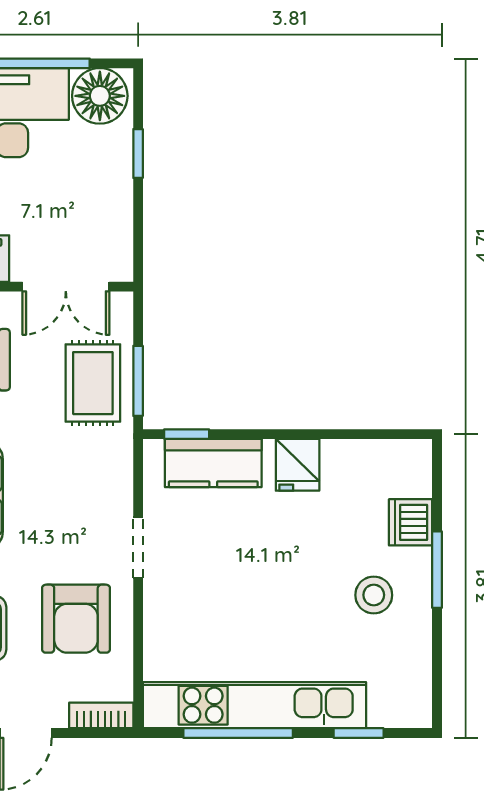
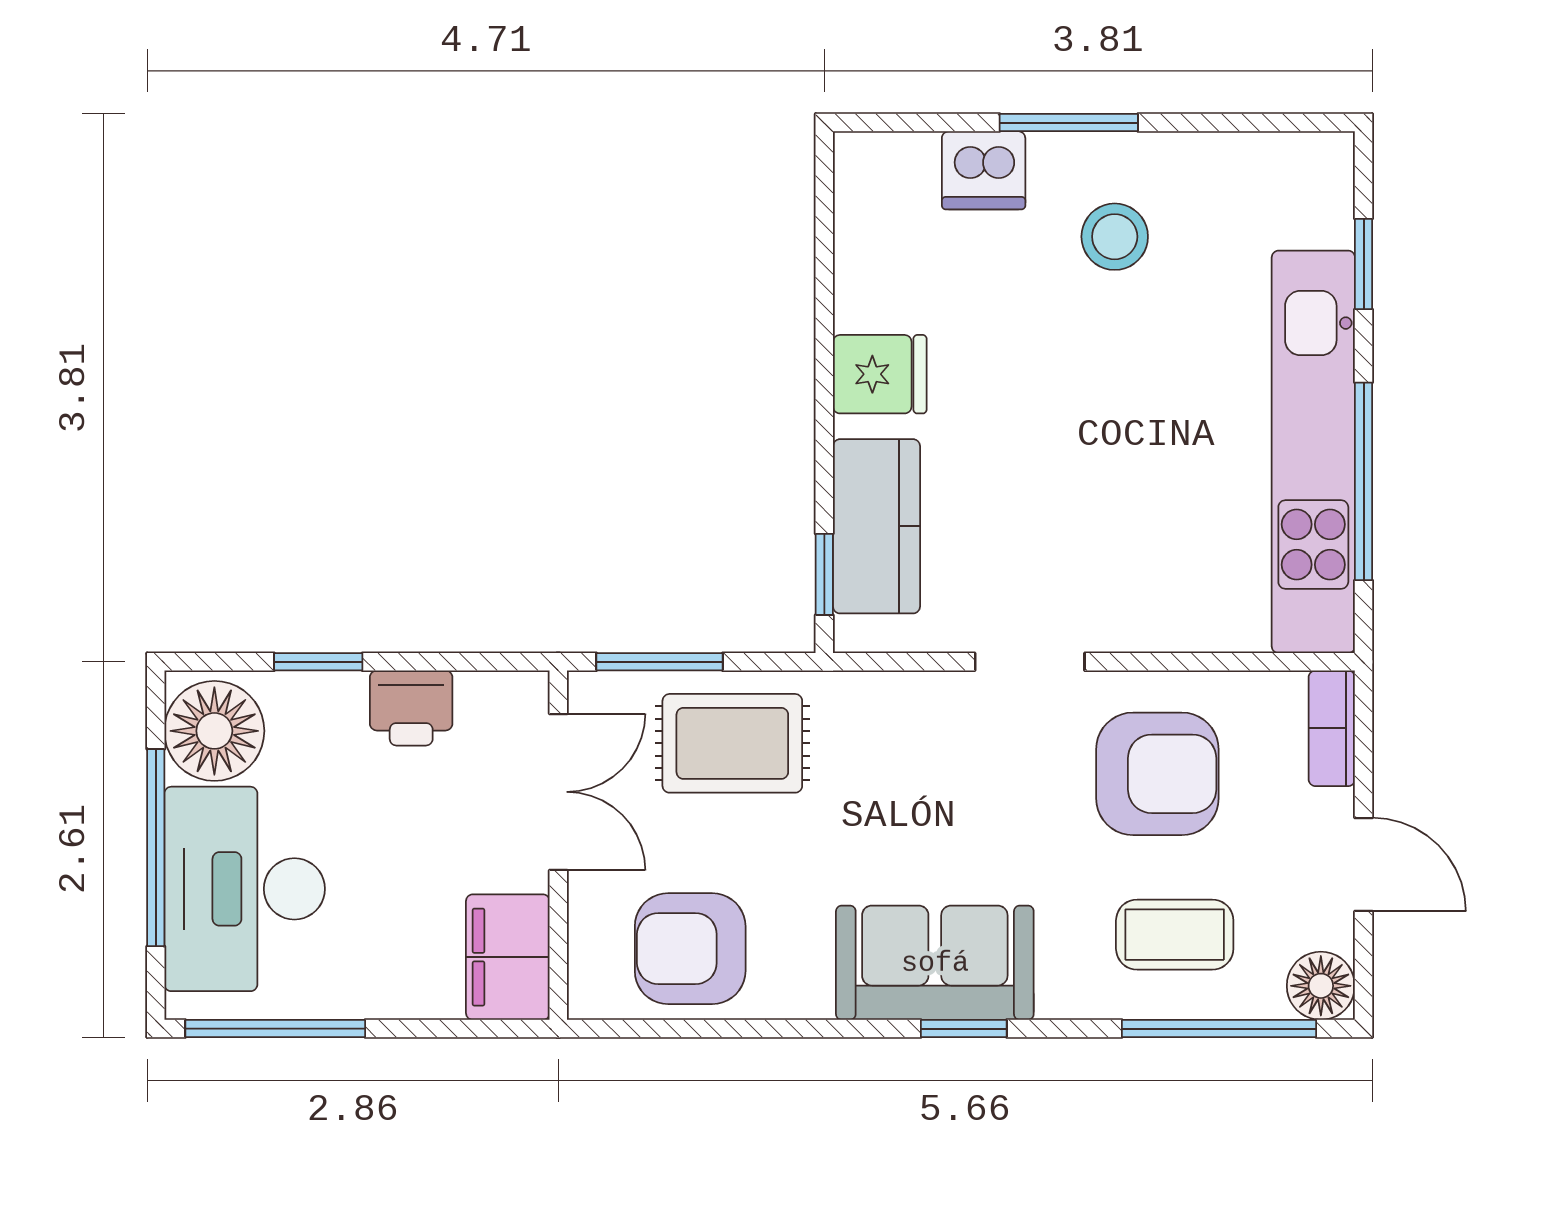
printer: (112, 205) -> (411, 708), added
window: (138, 381) -> (660, 662), moved

